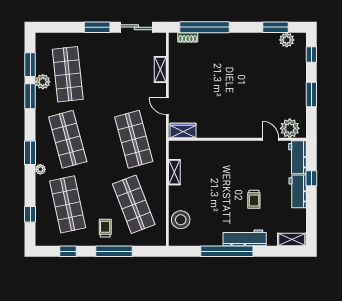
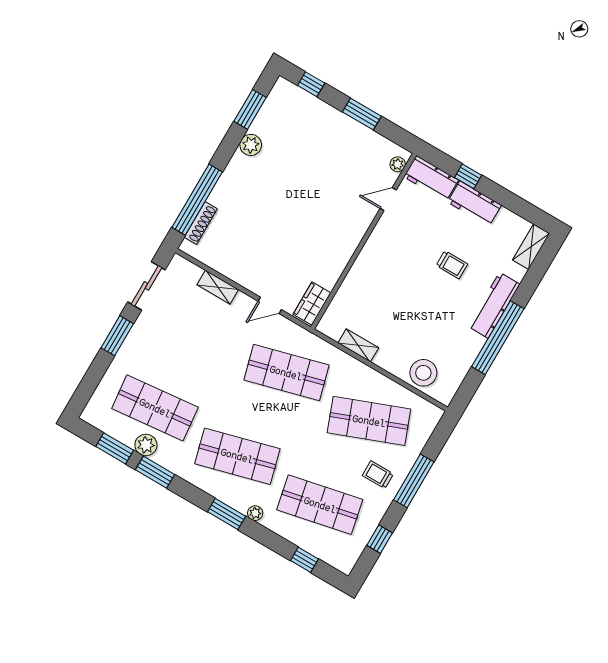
shoe rack: (188, 37) -> (201, 223), width x1.43
plant: (287, 40) -> (251, 145), moved
plant: (290, 128) -> (398, 164), width x0.53, depth x0.53

